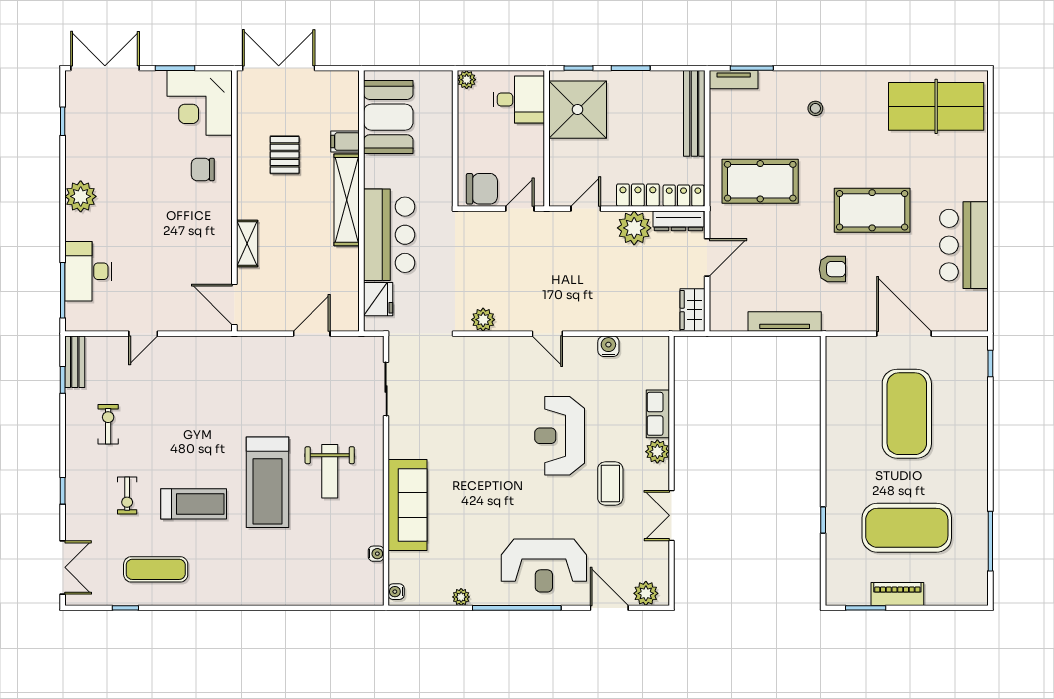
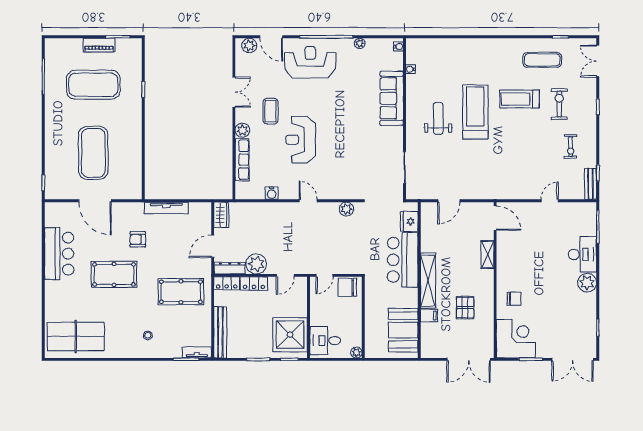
desk: (88, 271) -> (582, 254), moved
row of seats: (658, 414) -> (242, 160), width x1.48
reception desk: (560, 436) -> (301, 140), turned 180
exercise bike: (127, 495) -> (559, 104), width x1.38, depth x1.39

